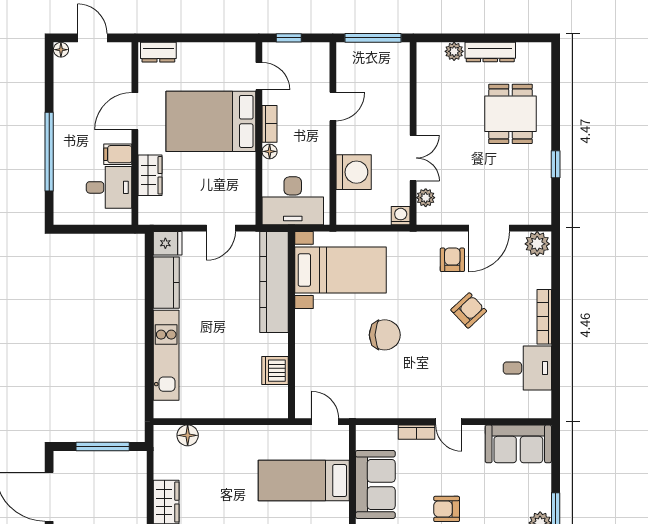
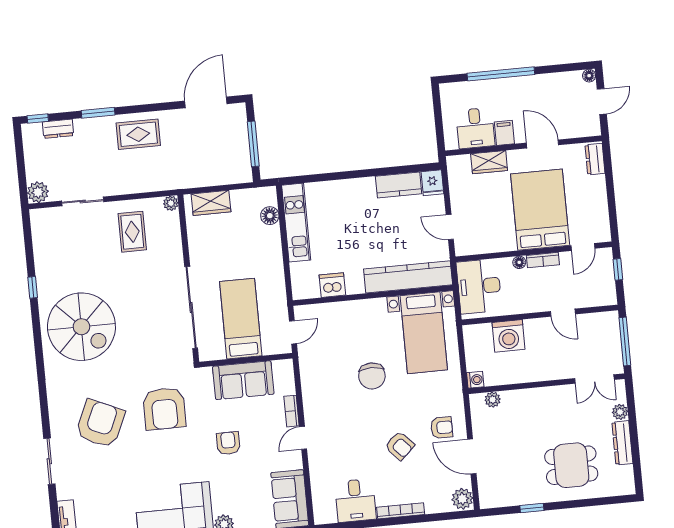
double door: (413, 158) -> (594, 379), moved
kitchen unit: (166, 355) -> (296, 223), moved, turned -90

